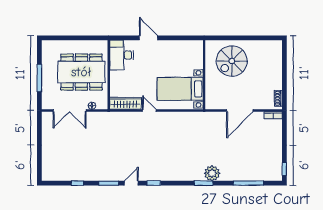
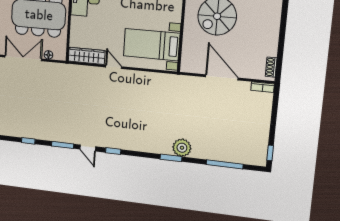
double door: (70, 111) -> (23, 58), swing flipped
door: (240, 111) -> (222, 77), swing flipped
door: (131, 183) -> (88, 148), swing flipped

